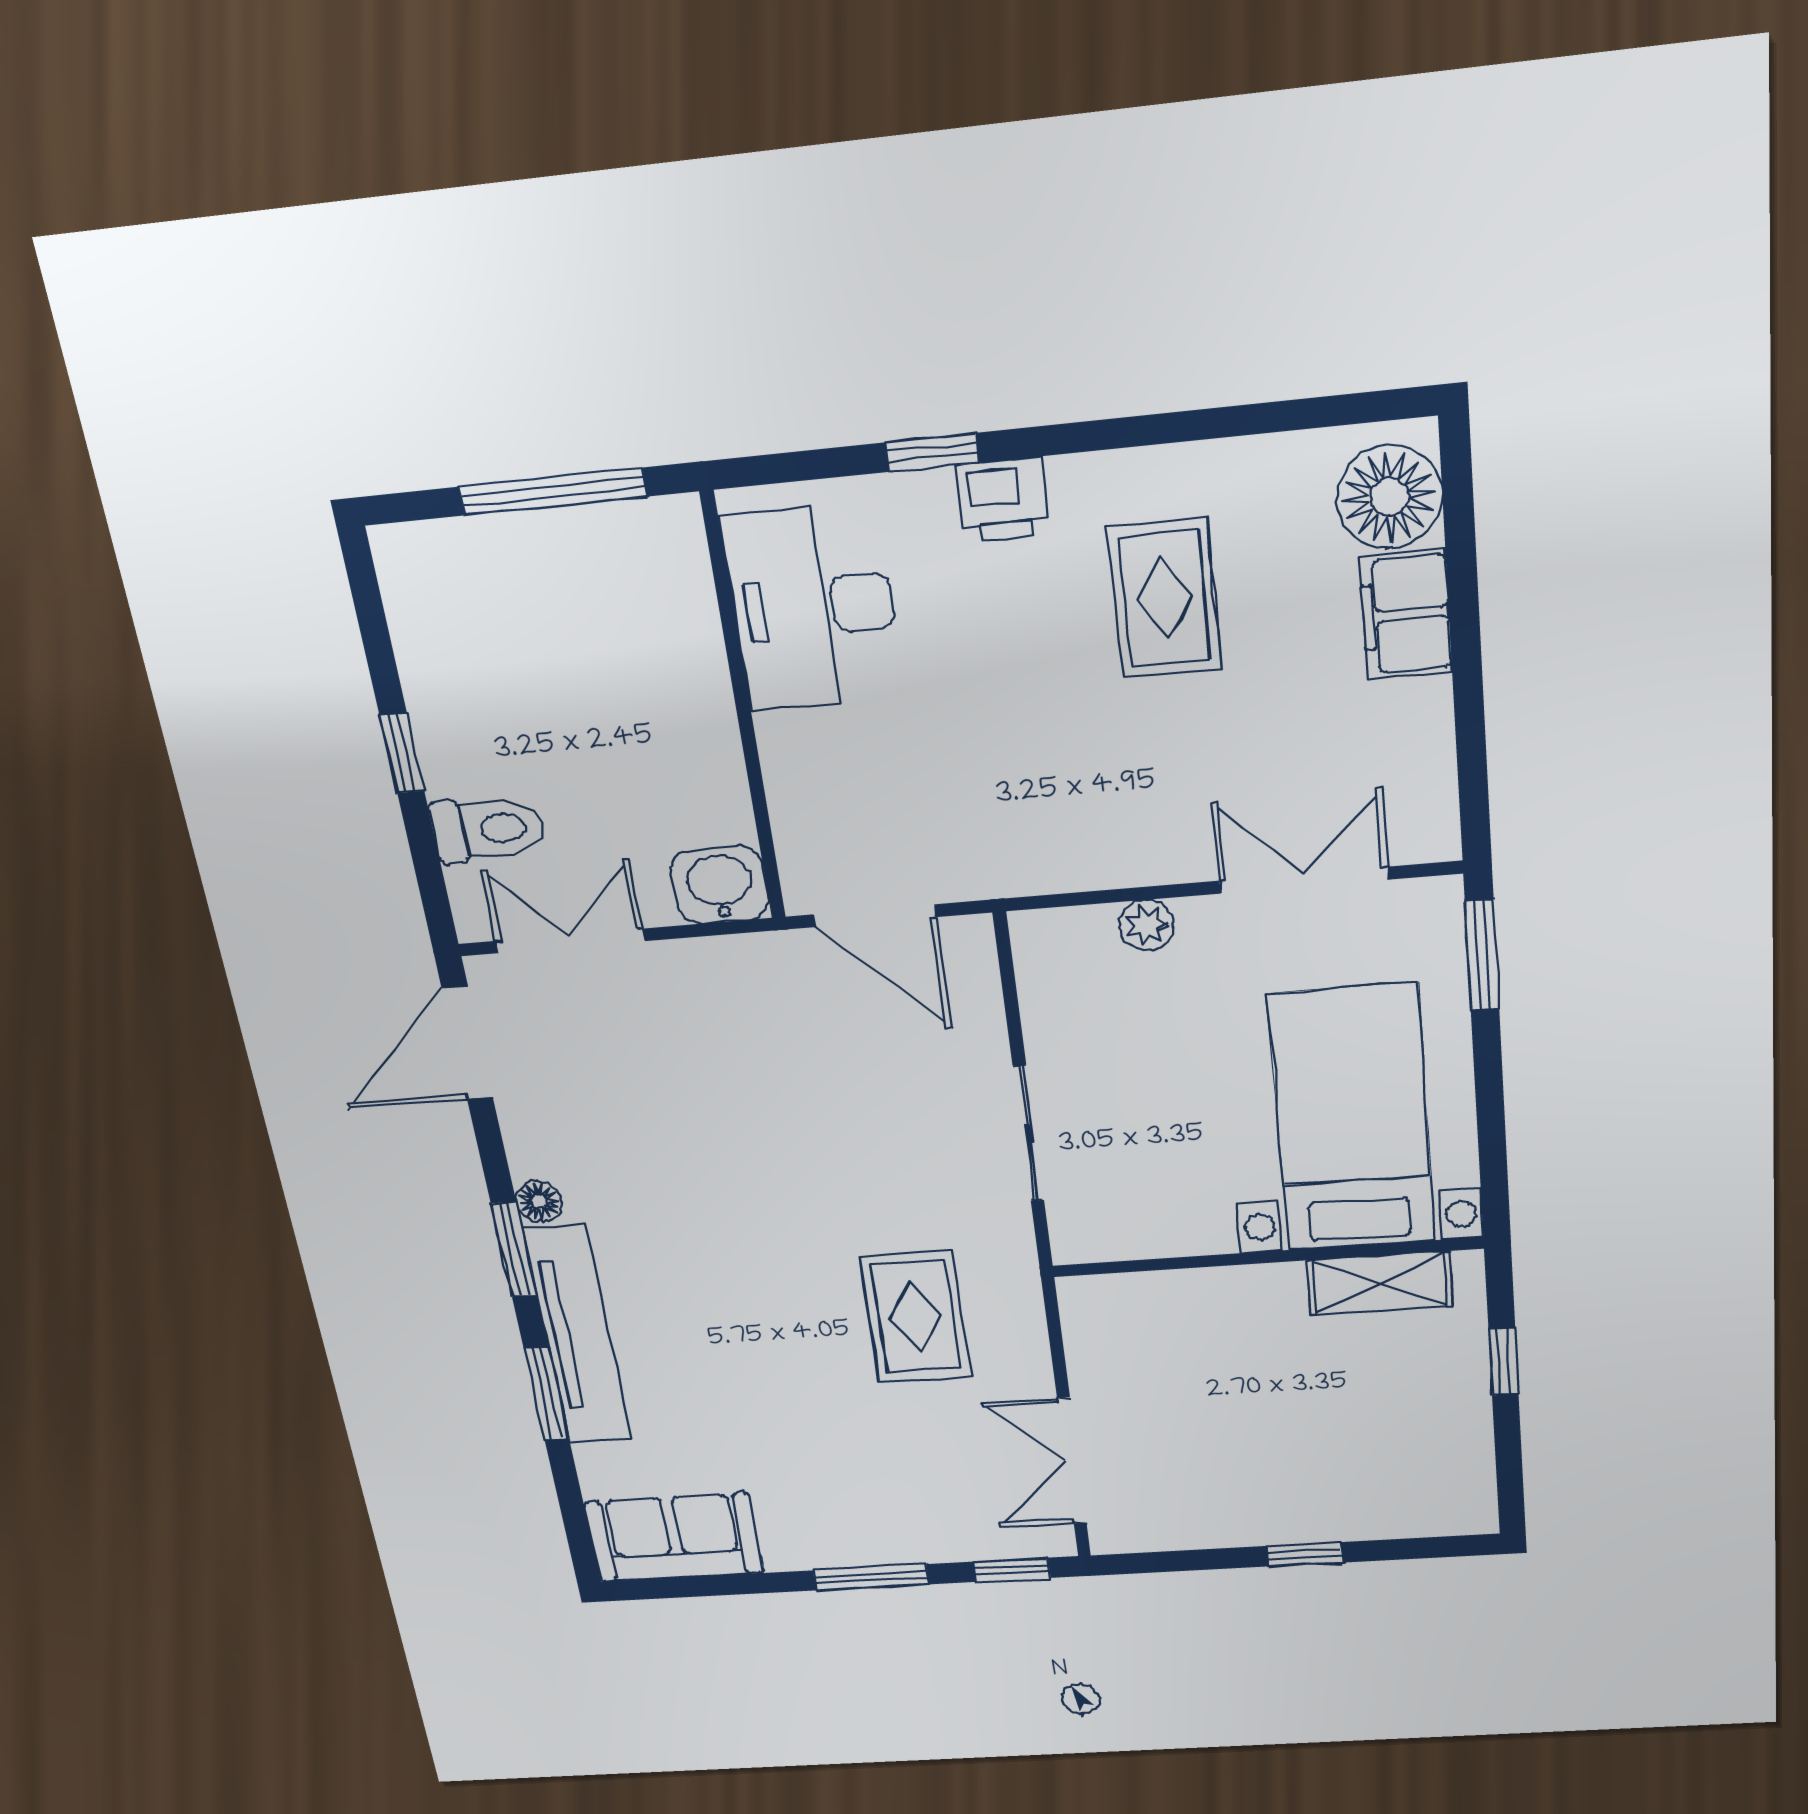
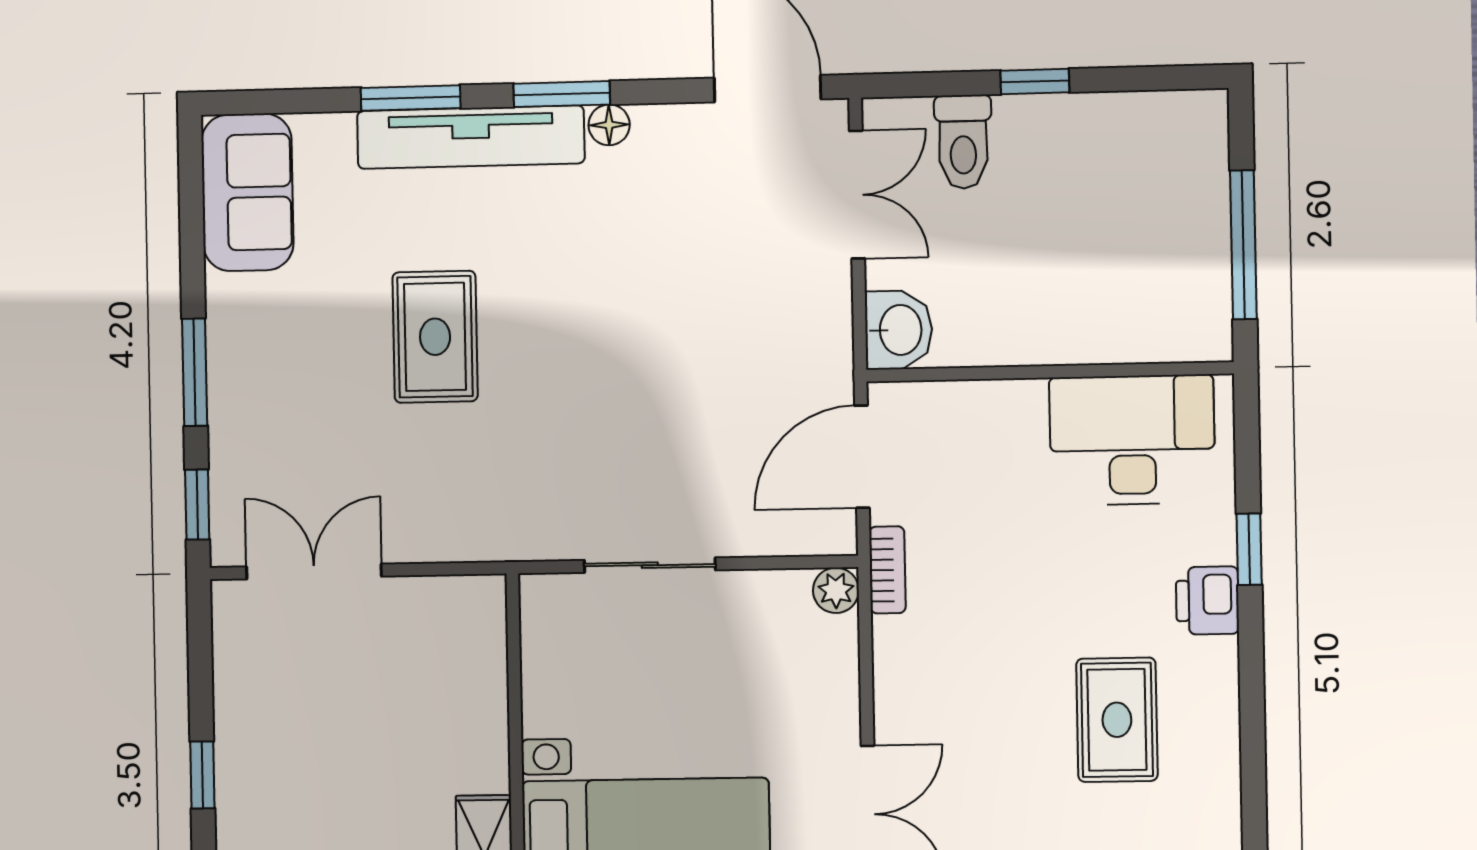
rug: (1165, 599) -> (1117, 720), turned 90
bookcase: (1006, 879) -> (887, 570), added
plant: (1146, 925) -> (836, 590), moved
rug: (915, 1317) -> (435, 337), moved, turned 90

